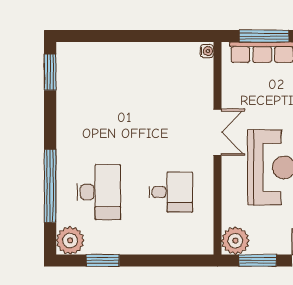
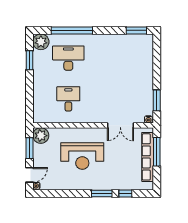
window: (173, 36) -> (157, 100), added
double door: (217, 132) -> (120, 125), moved
desk: (99, 192) -> (68, 58), turned 180
desk: (171, 192) -> (68, 99), turned 180

